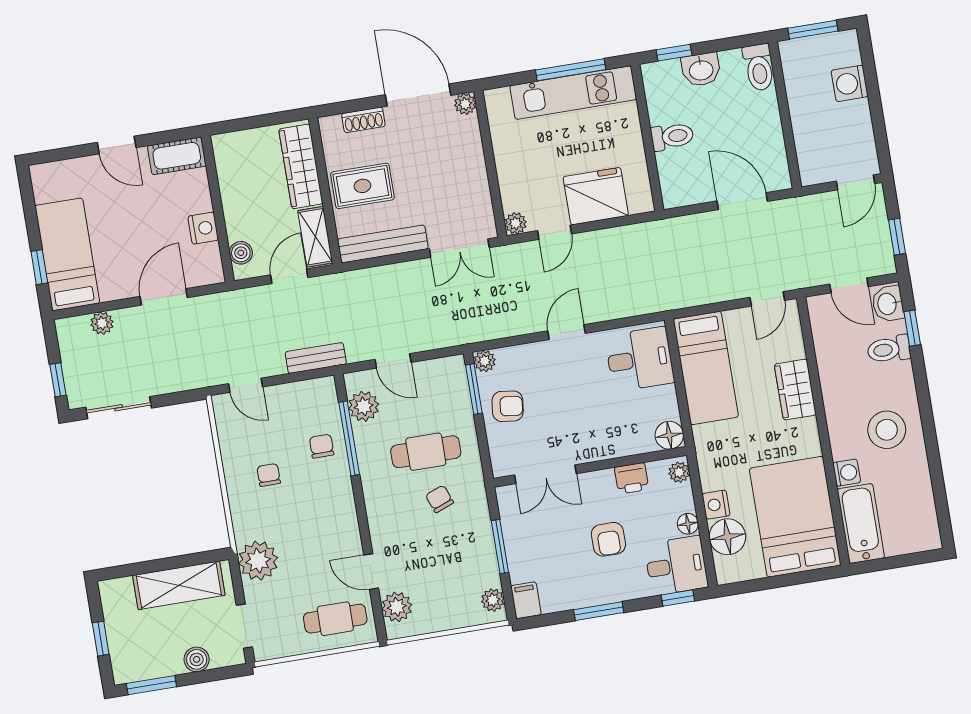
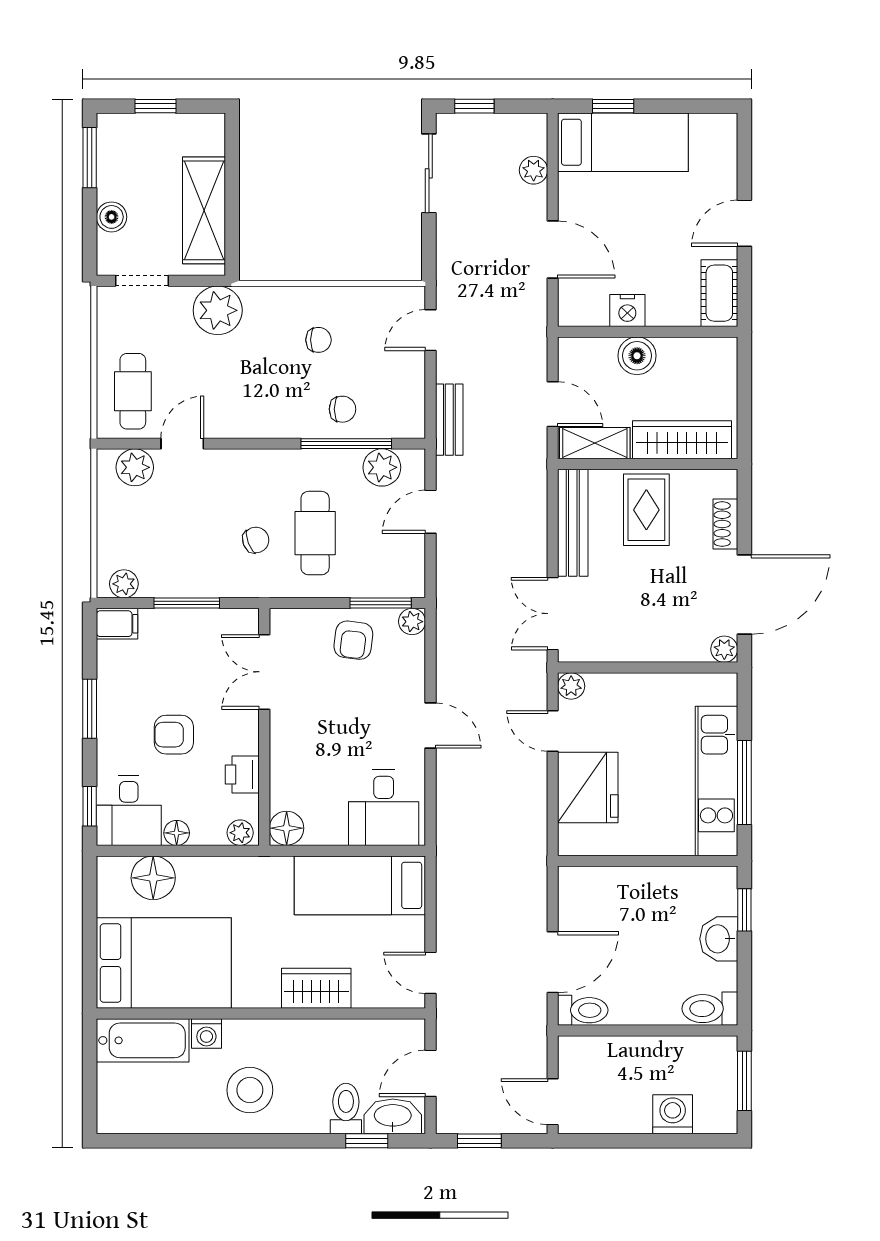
toilet: (672, 136) -> (583, 1010), moved, turned -90
boiler: (241, 253) -> (637, 356), moved, width x1.36, depth x1.36
washbasin: (888, 304) -> (393, 1116), width x1.38
nightstand: (716, 505) -> (194, 871), removed

